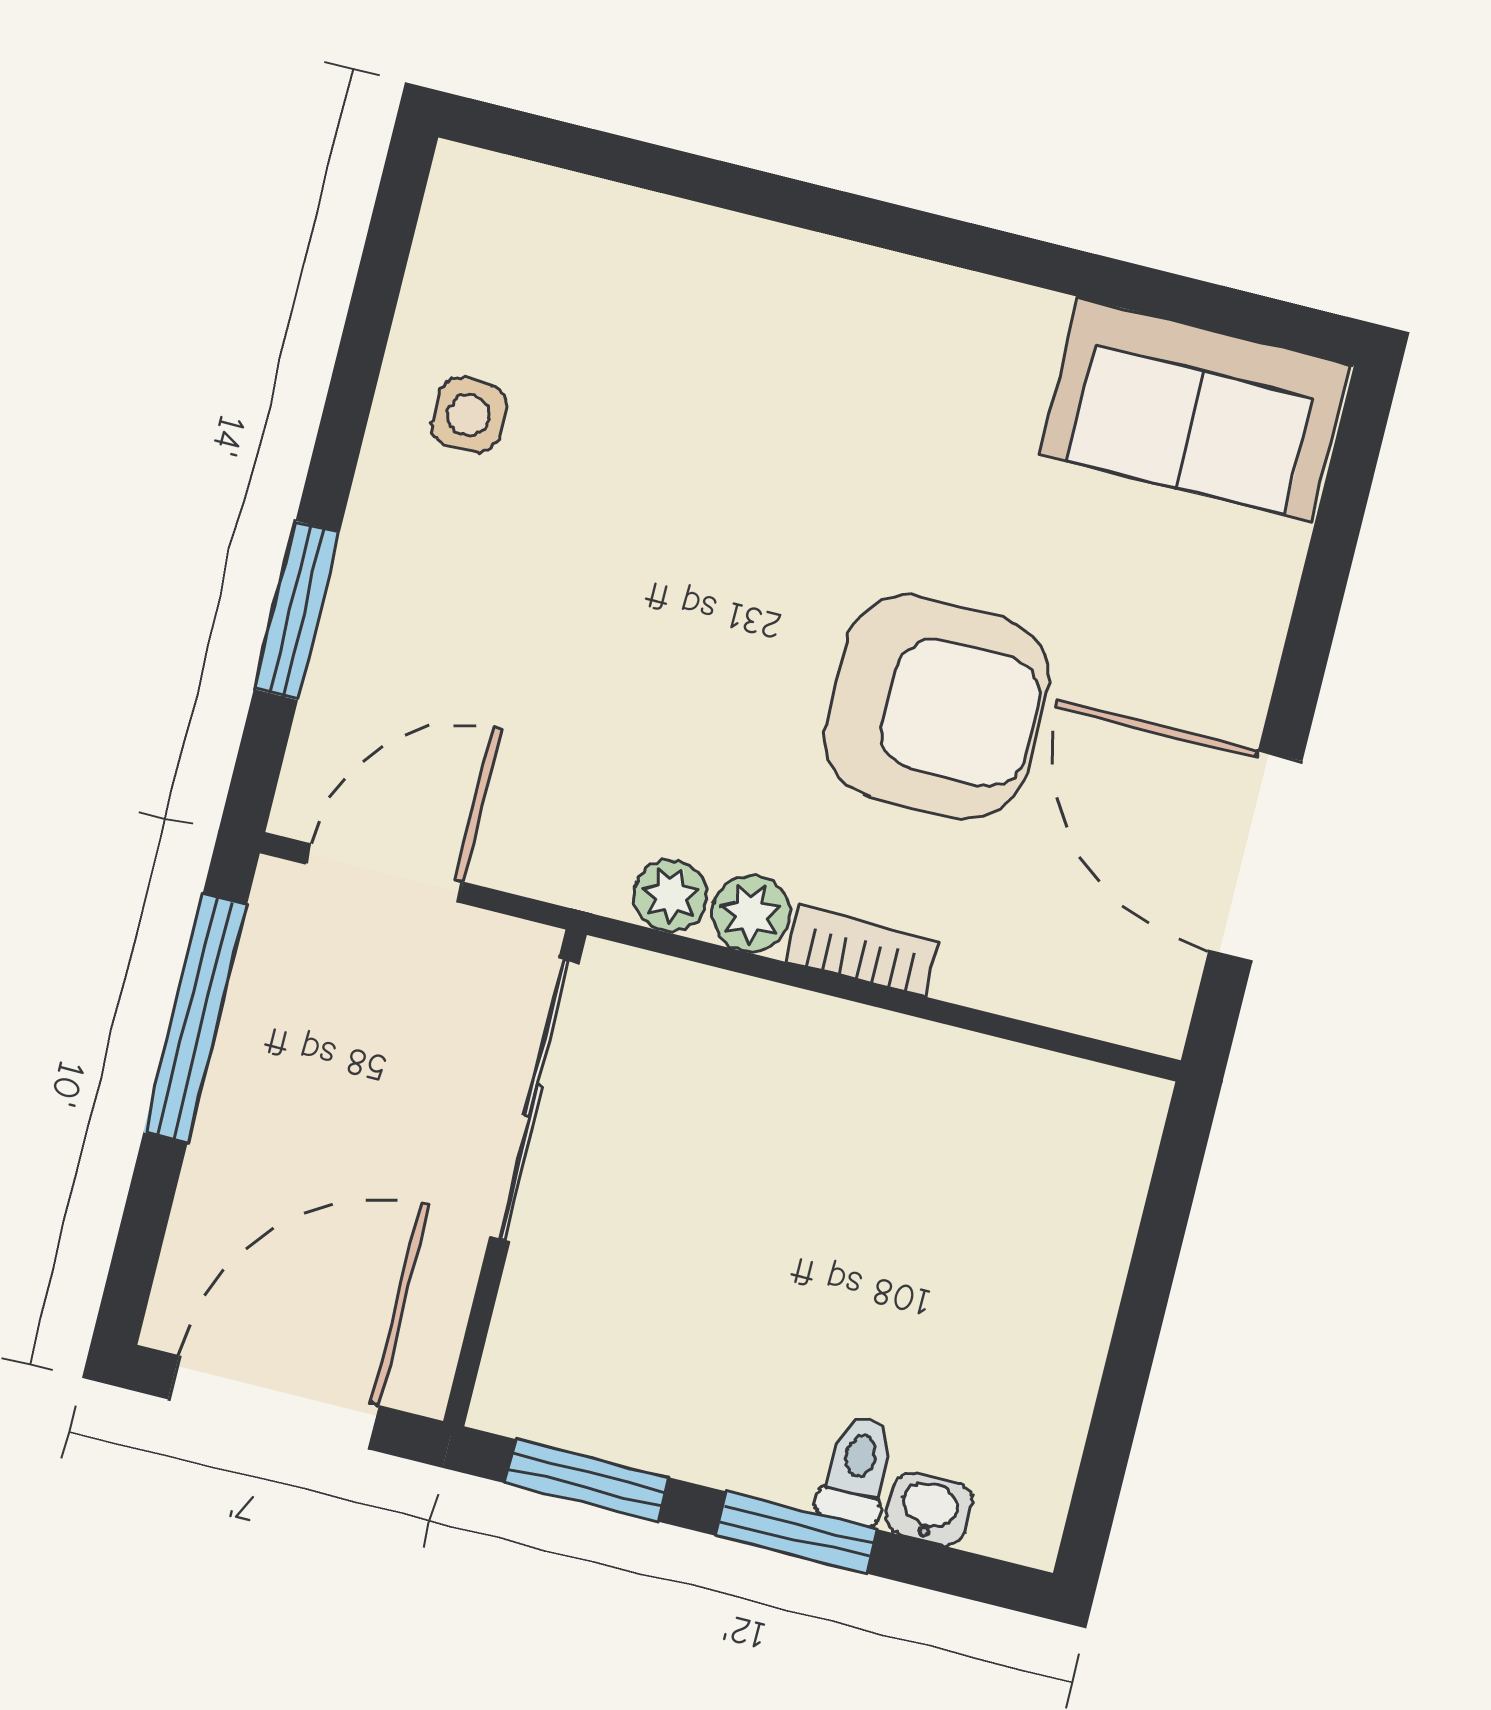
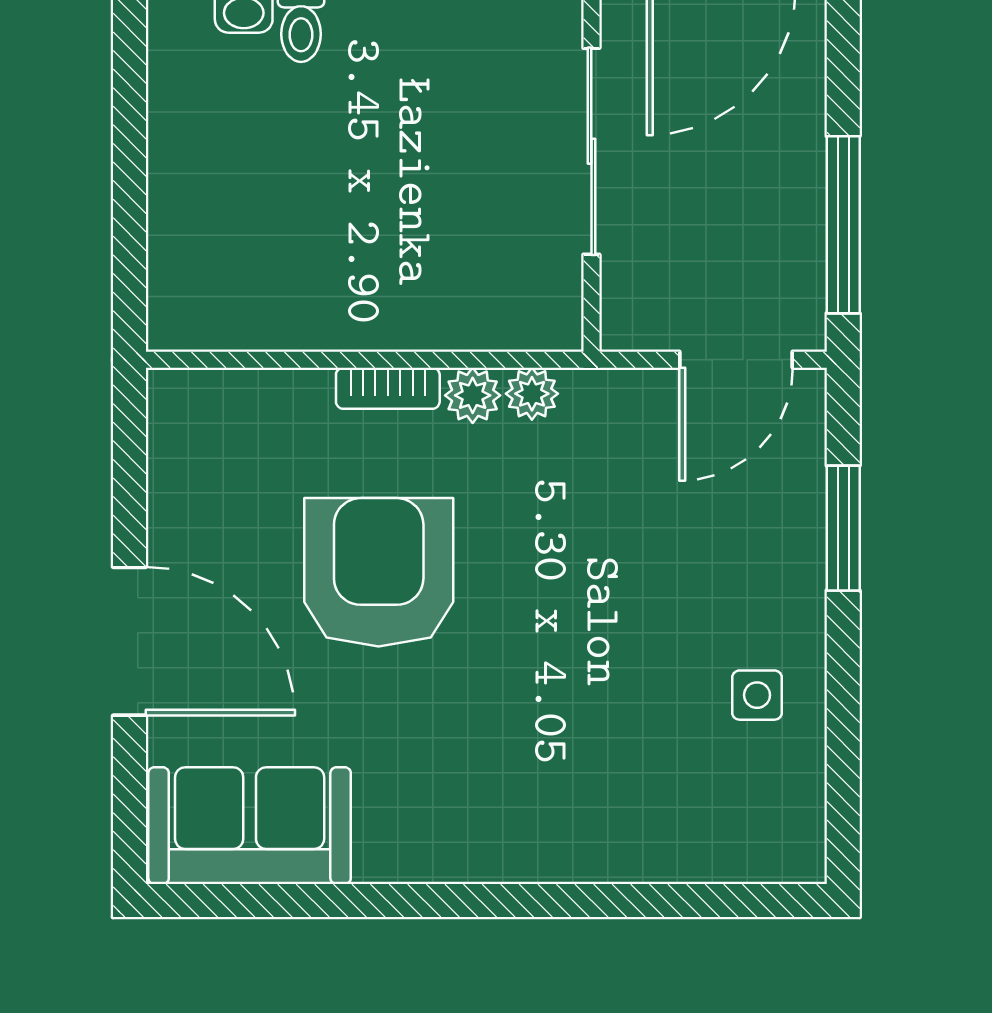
armchair: (936, 707) -> (379, 572), turned 90
door: (1255, 856) -> (129, 641), moved
sliding door: (534, 1100) -> (591, 151), moved

